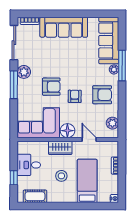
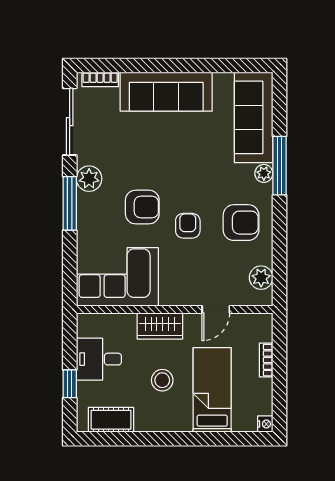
floor lamp: (67, 131) -> (174, 292), removed
door: (89, 140) -> (216, 310), swing flipped

